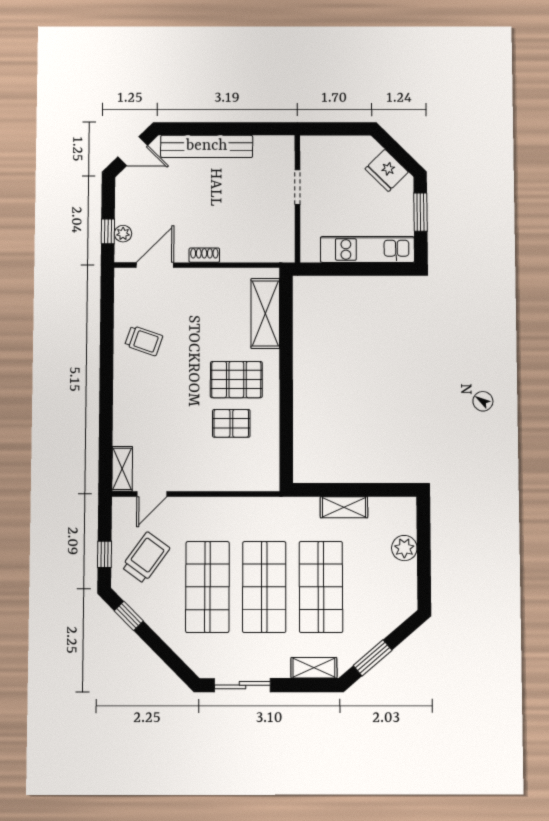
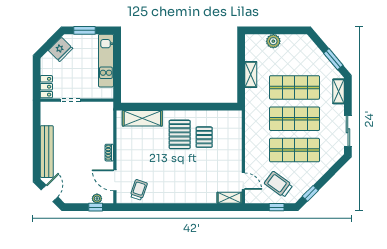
locker: (321, 146) -> (46, 87), added
trolley: (144, 341) -> (139, 190), moved

